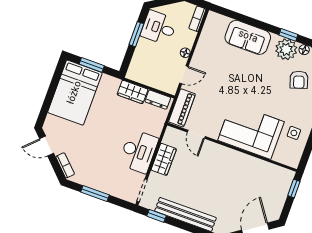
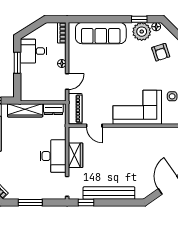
sofa: (248, 37) -> (101, 33), width x1.36
wardrobe: (133, 92) -> (25, 110), width x1.50

